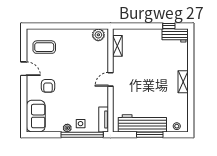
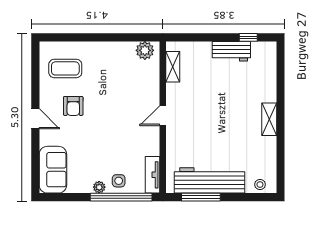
workbench: (175, 35) -> (231, 51), moved
door: (24, 69) -> (35, 119), moved
armchair: (48, 86) -> (73, 106), moved
window: (150, 135) -> (201, 197), moved

